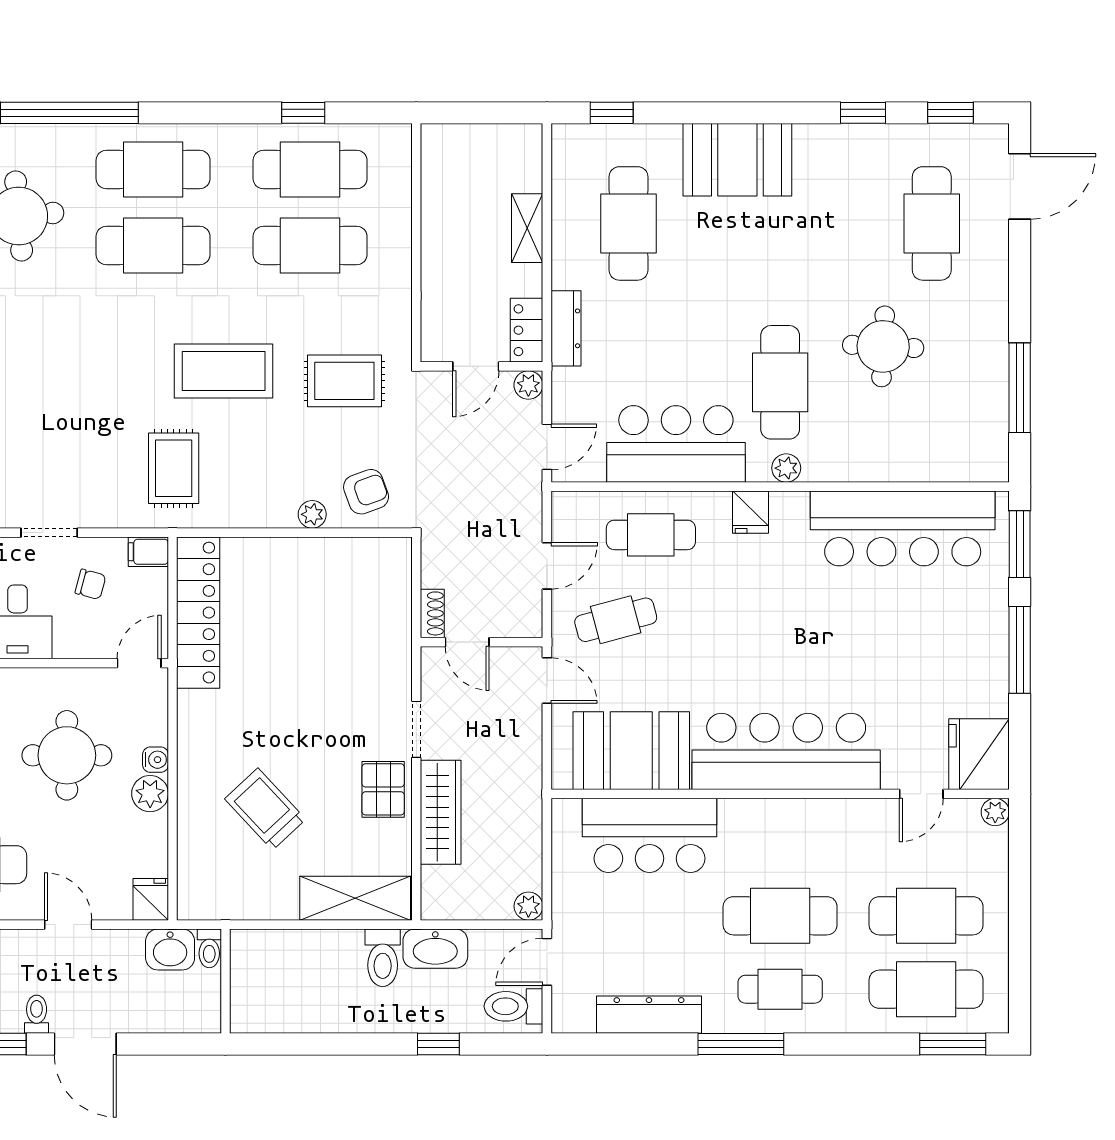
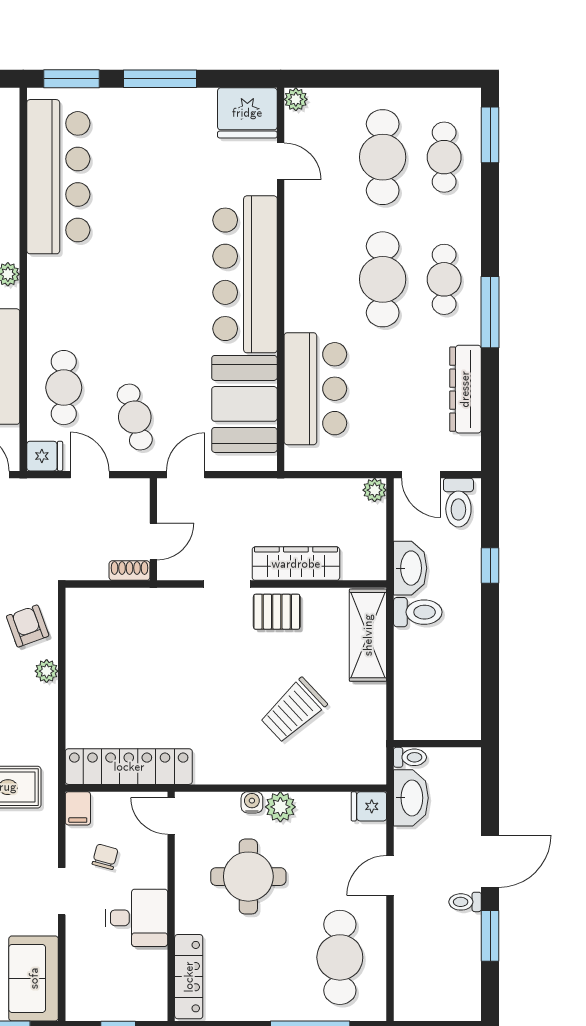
fridge: (750, 512) -> (45, 456), moved
washbasin: (170, 949) -> (411, 798), width x1.38
cafe table: (926, 989) -> (444, 157), width x0.73, depth x0.74

